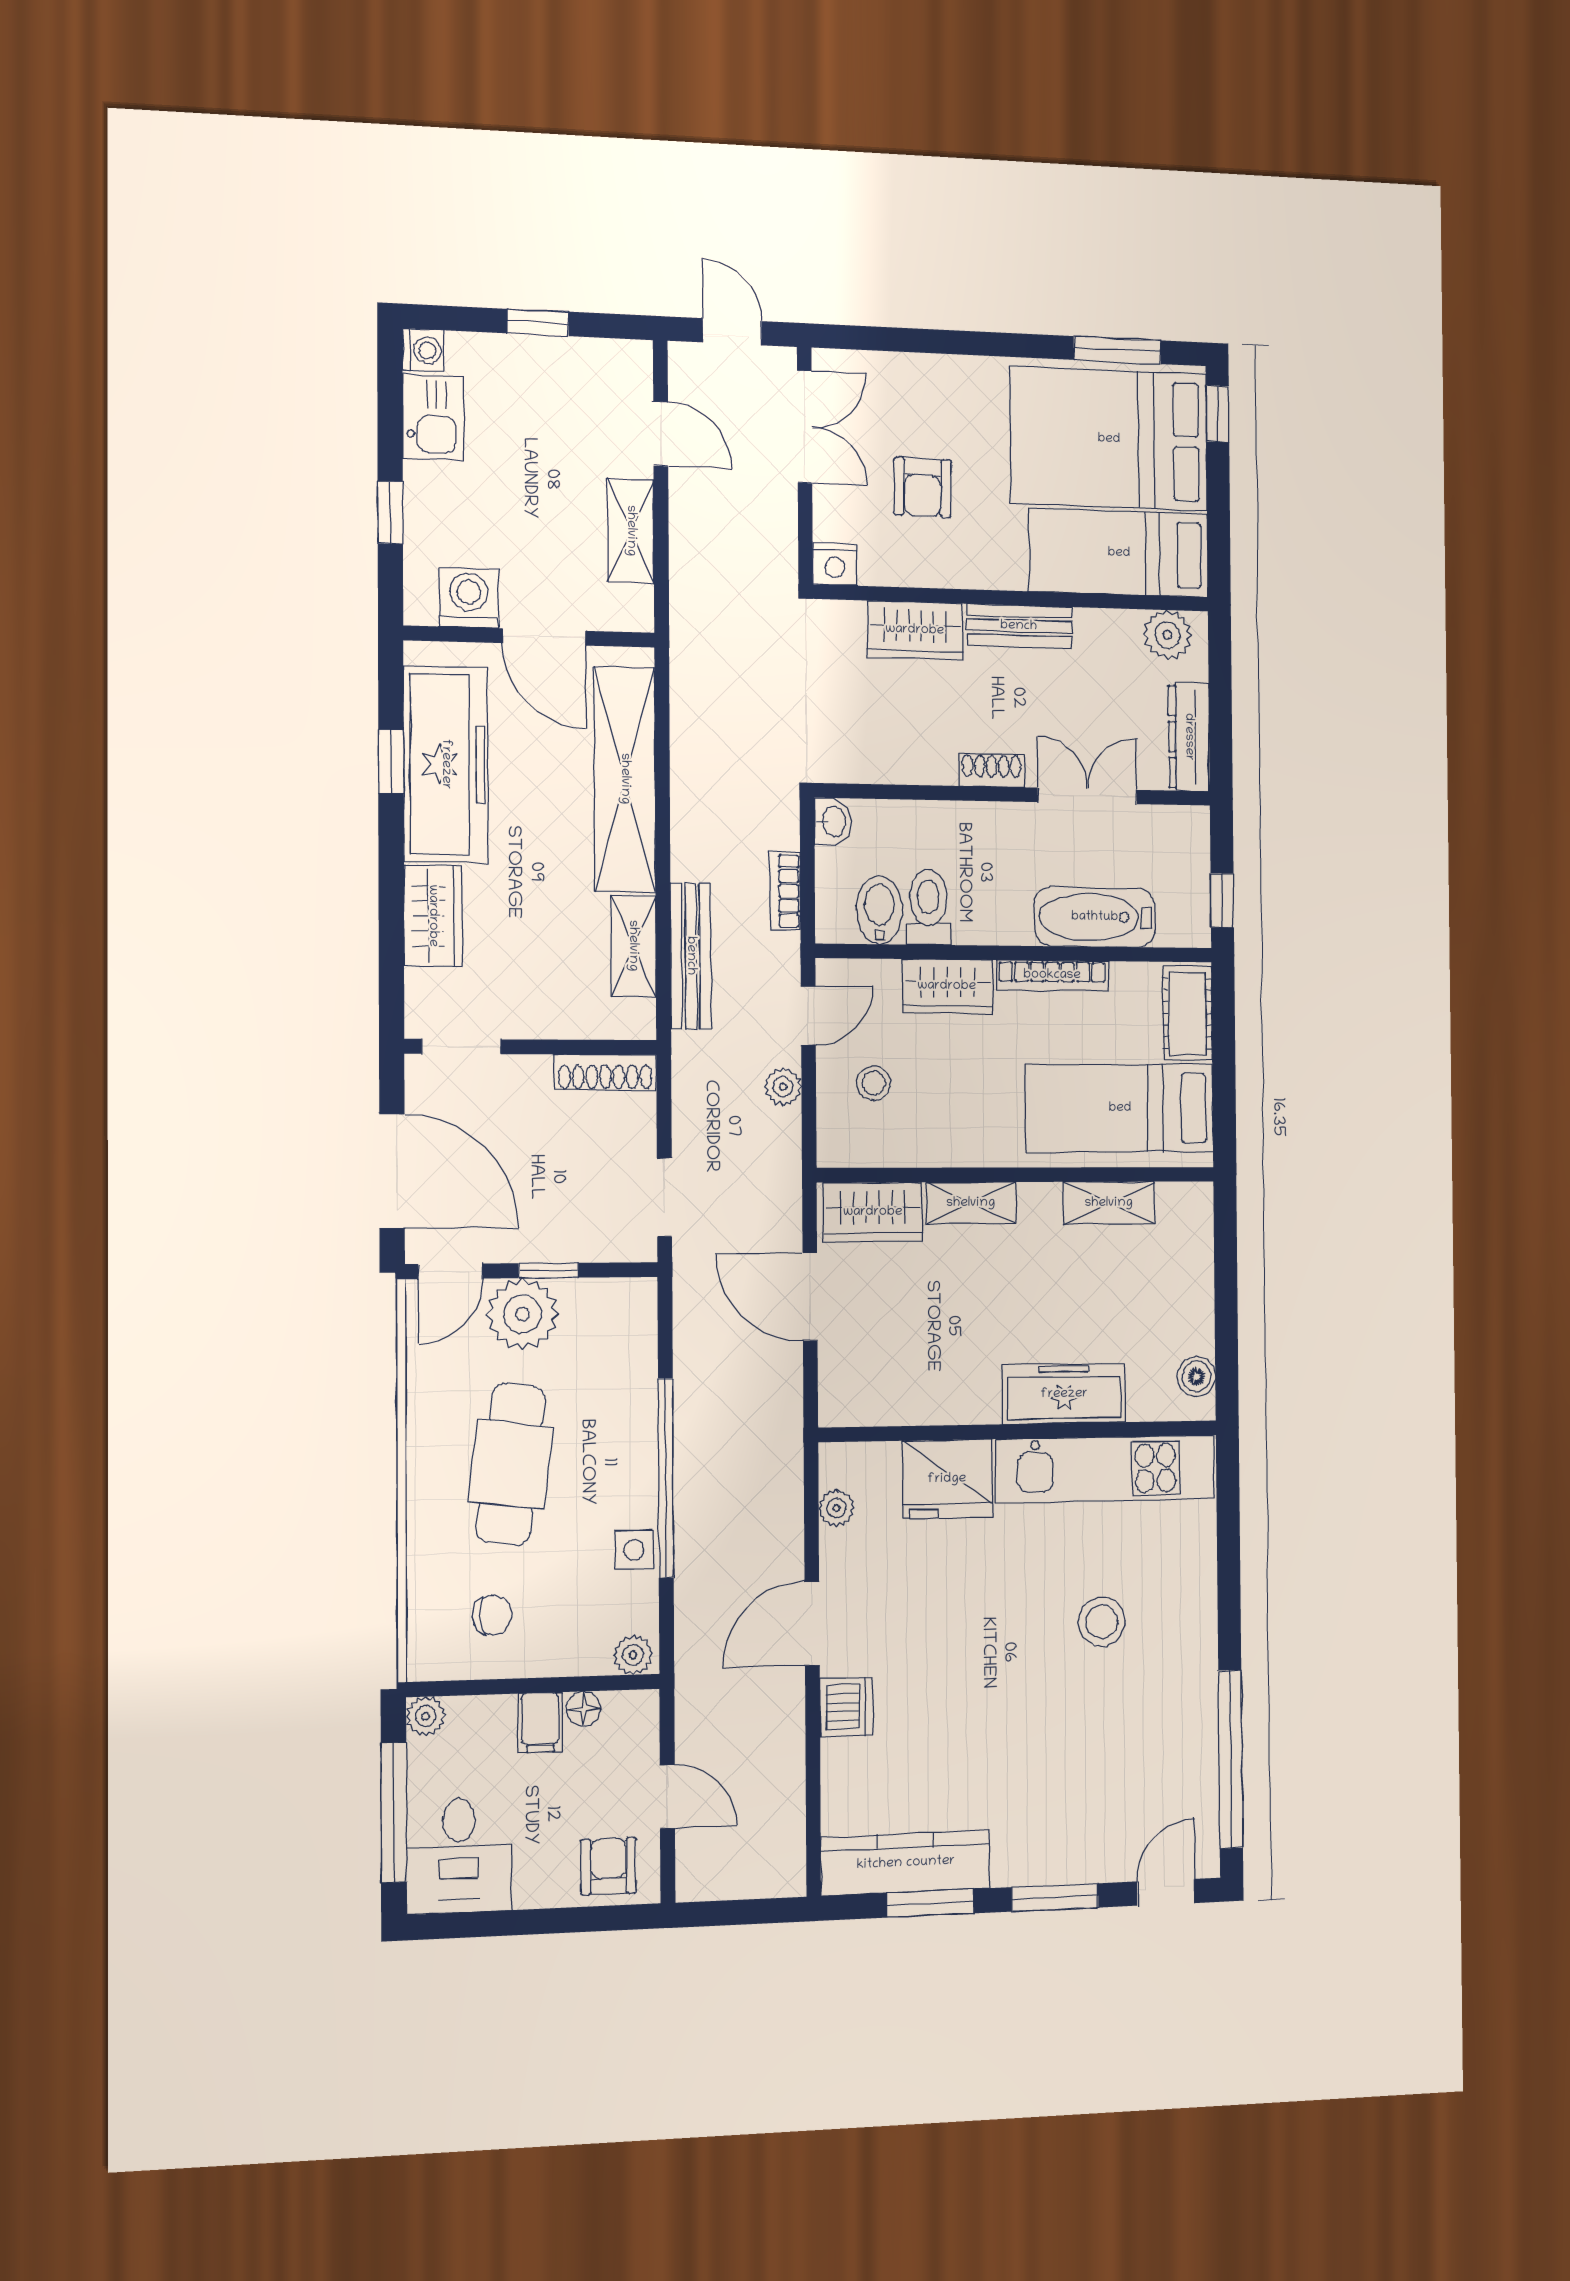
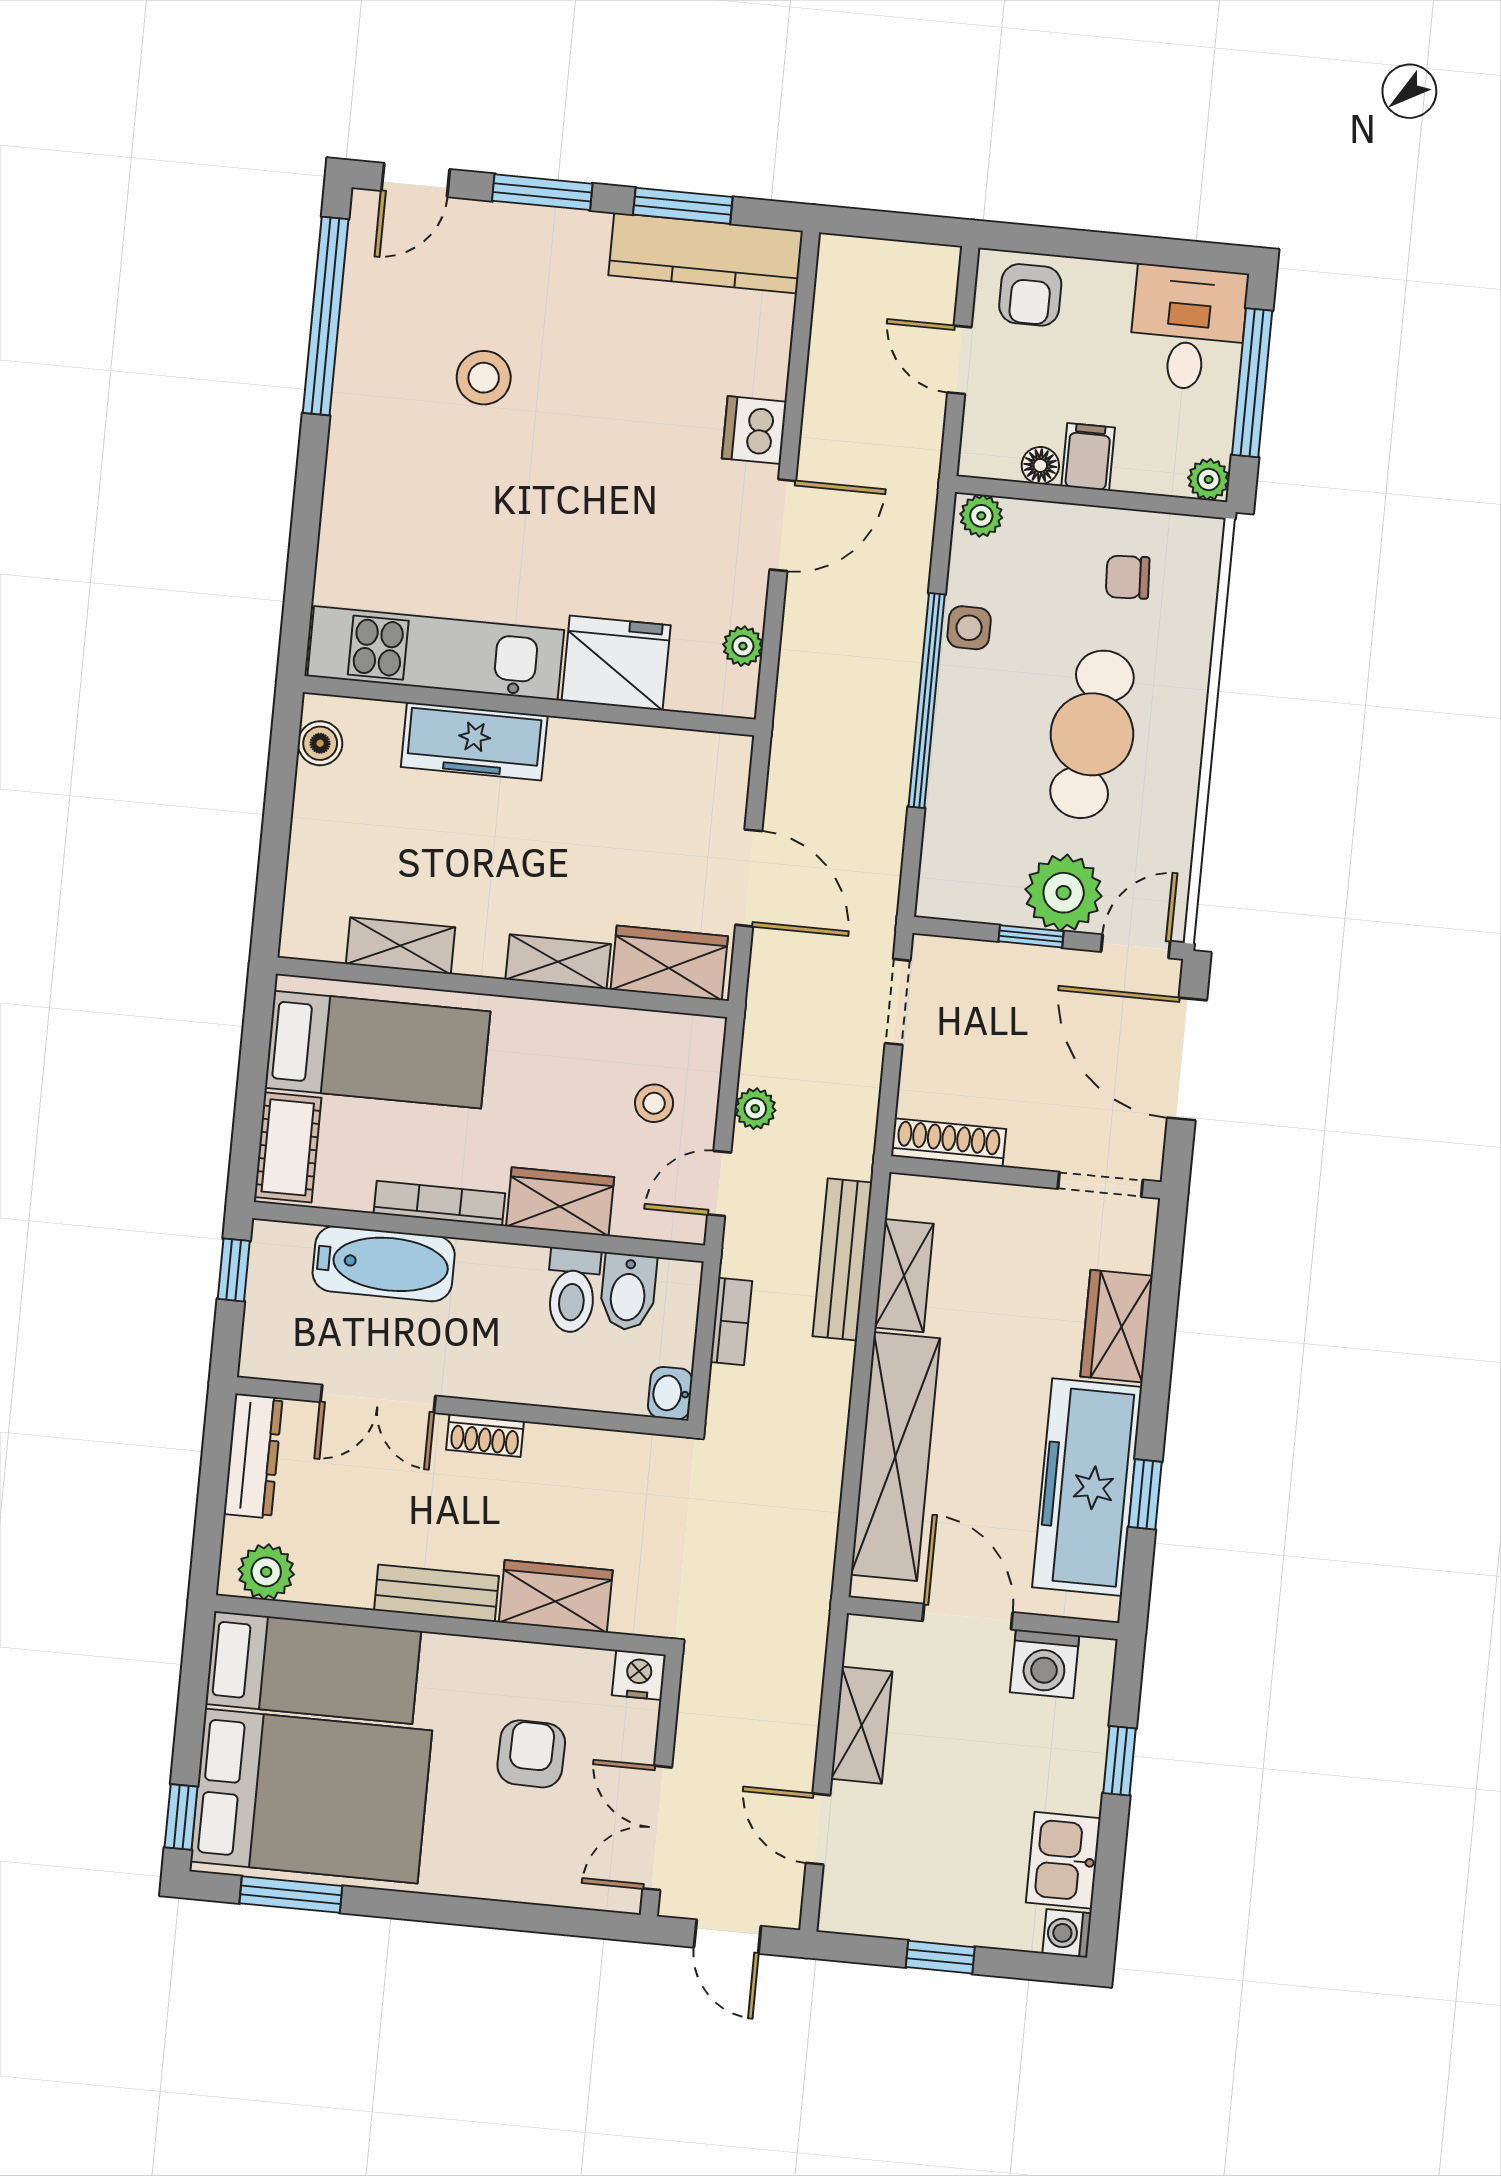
stool: (1102, 1622) -> (484, 378), moved

